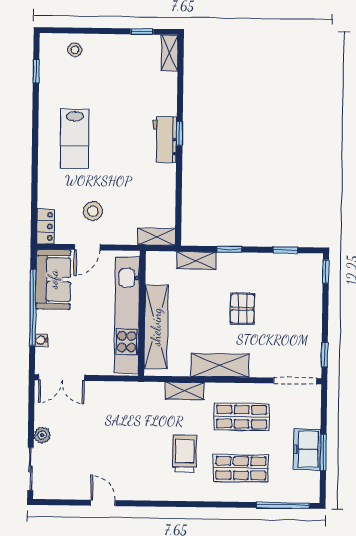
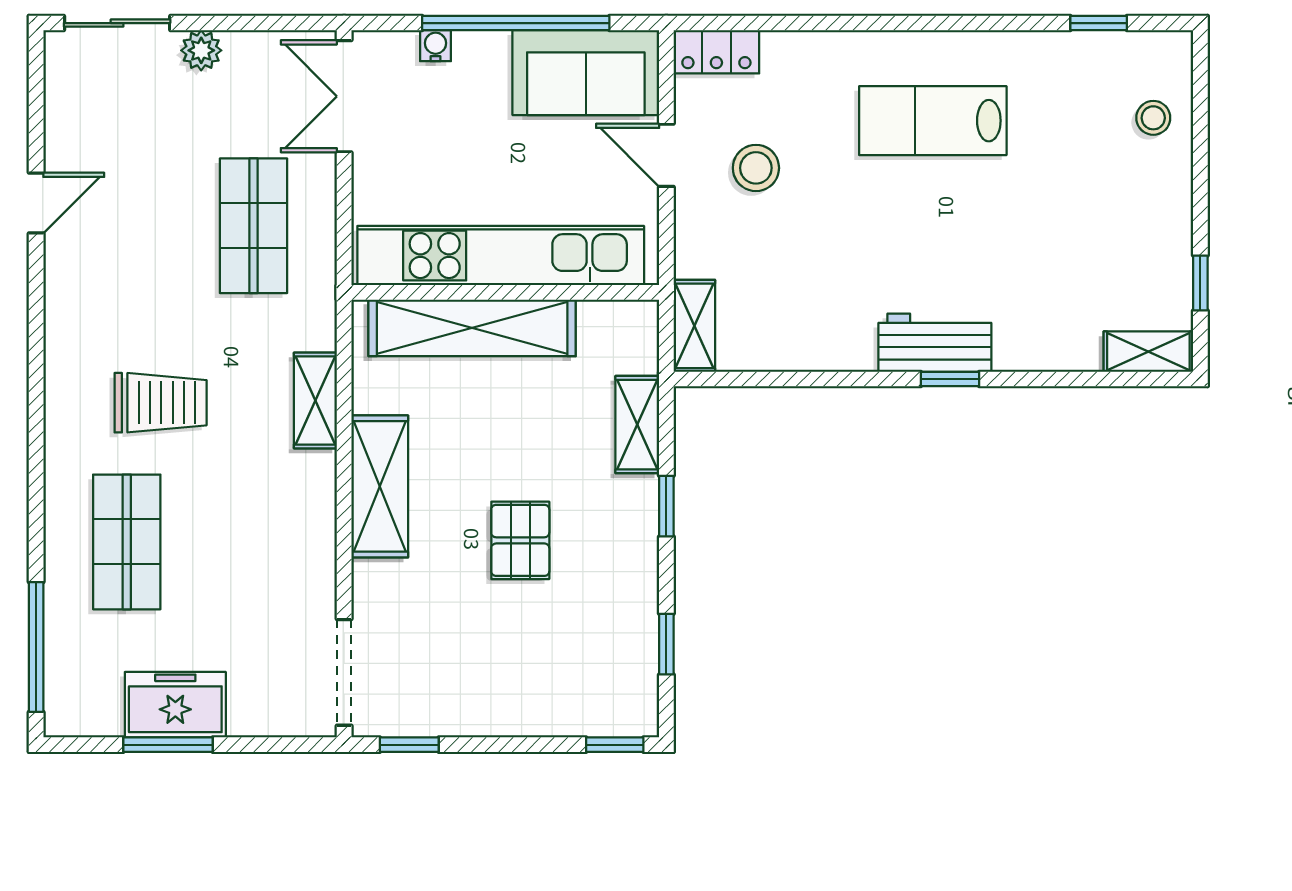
pallet: (242, 309) -> (520, 540), turned 90
shop shelf: (242, 417) -> (253, 226), moved

